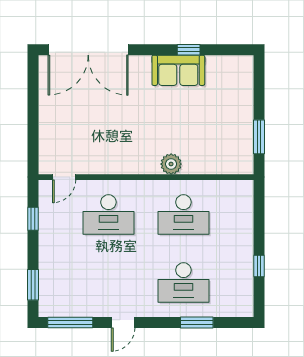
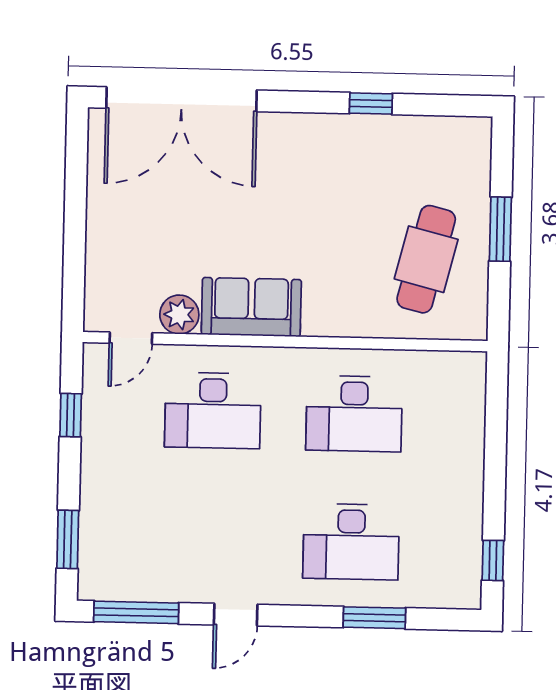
sofa: (178, 70) -> (251, 307), moved, turned 180
cafe table: (220, 132) -> (426, 259), added
window: (259, 137) -> (500, 229), moved
plant: (171, 164) -> (179, 315), moved
window: (259, 266) -> (493, 560), moved

